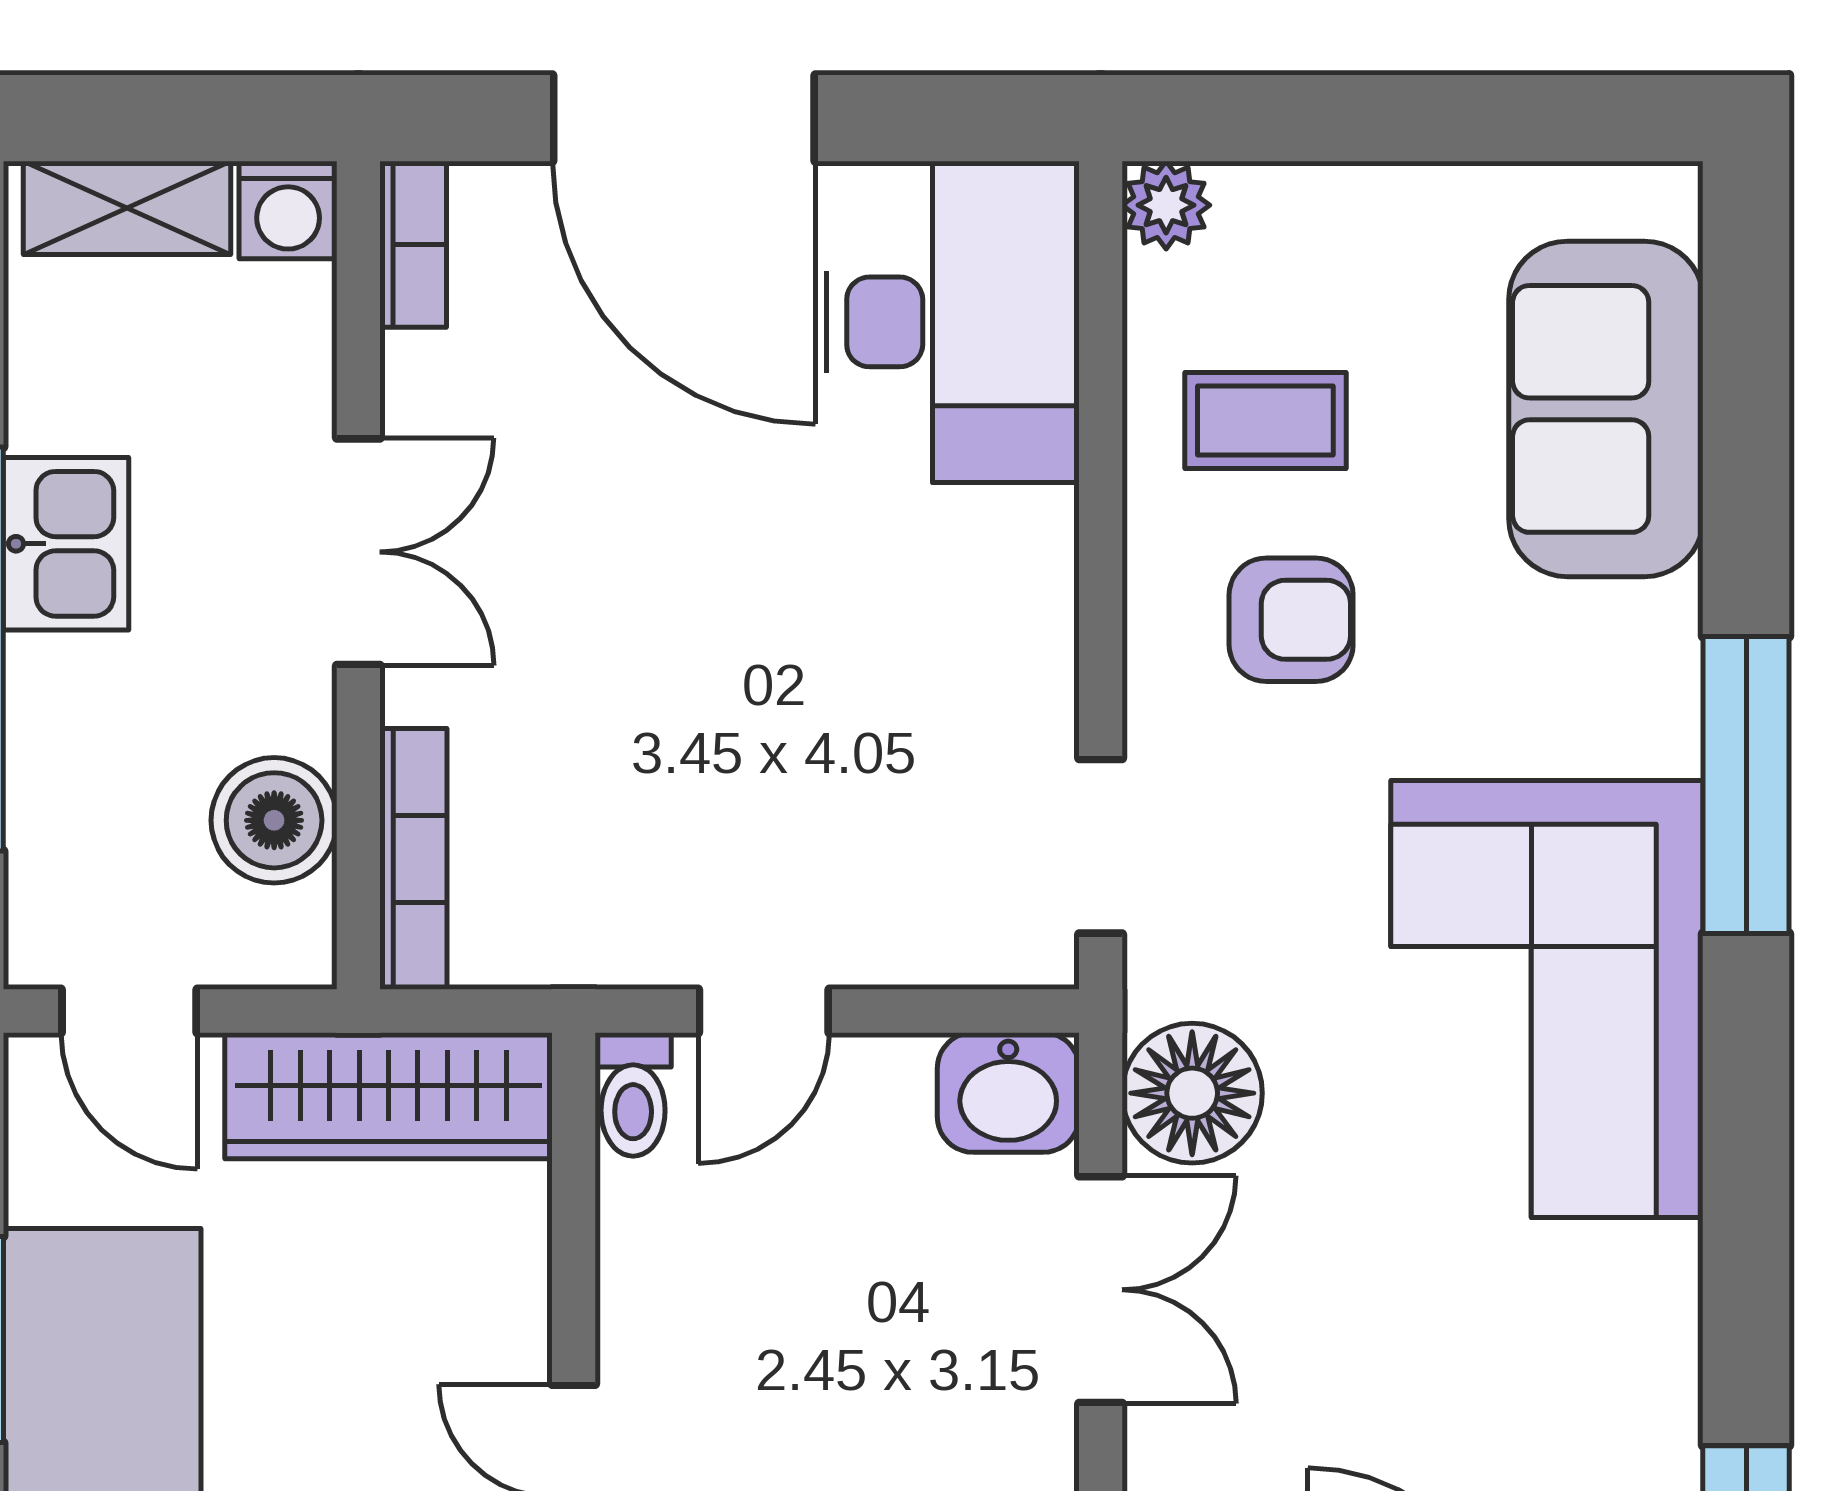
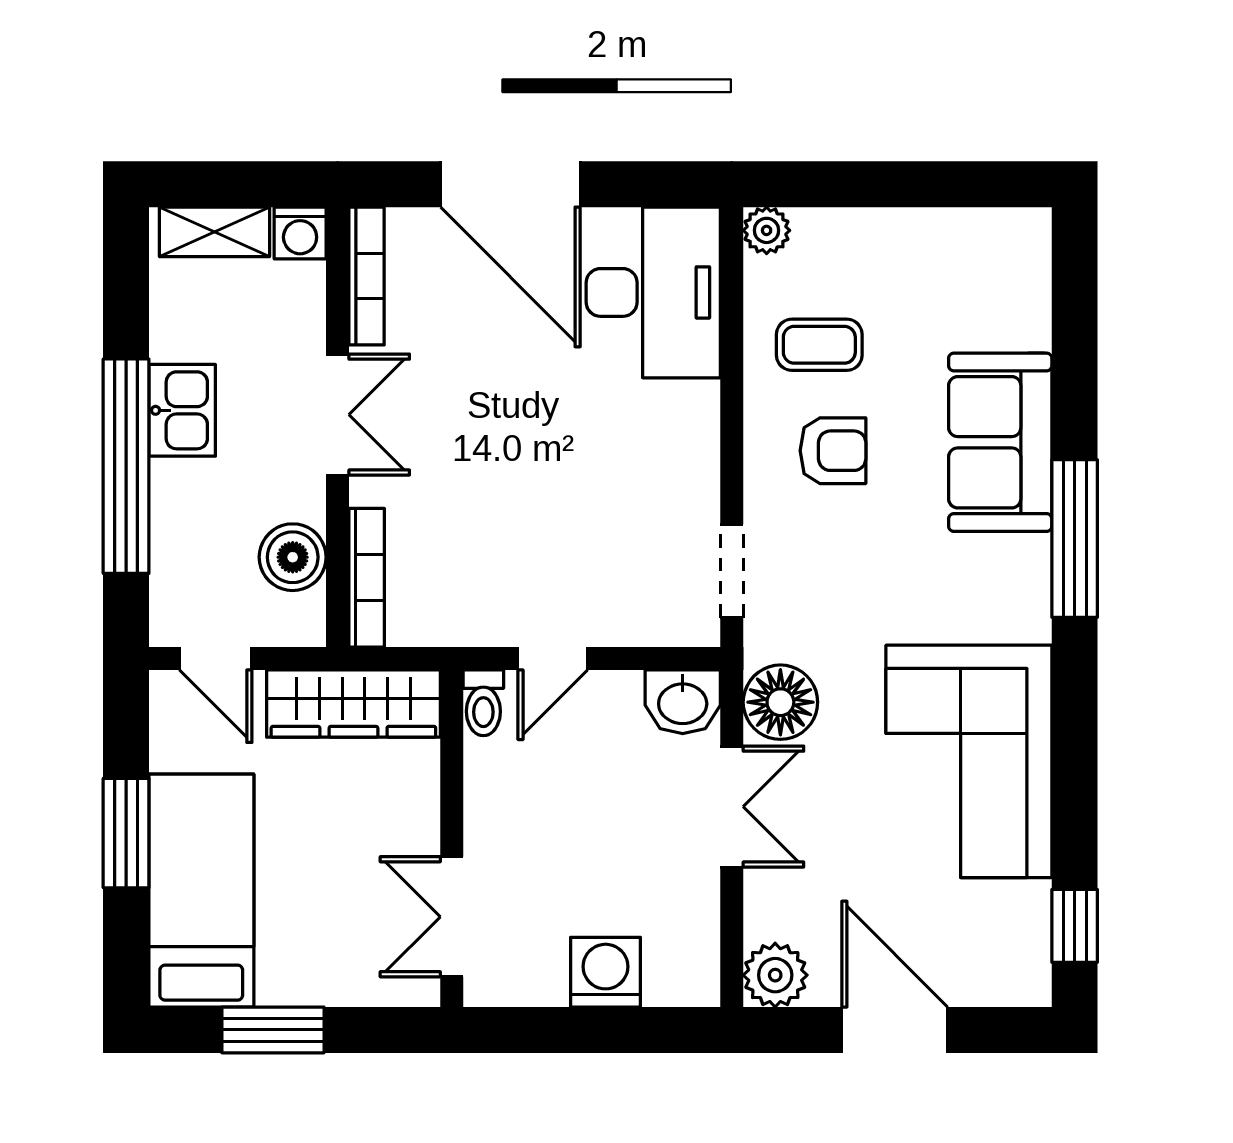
bookcase: (413, 244) -> (367, 276), width x1.56
sofa: (1606, 409) -> (1000, 442), moved
corner sofa: (1547, 999) -> (969, 761), moved

